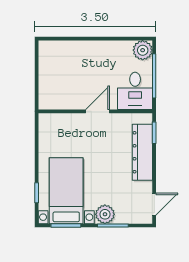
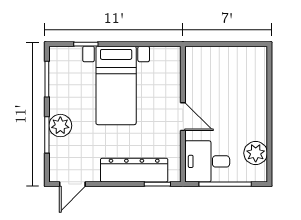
plant: (143, 50) -> (256, 153), moved
bed with nightstands: (66, 191) -> (116, 85), moved, turned 90
door: (154, 204) -> (72, 184), hinge flipped

